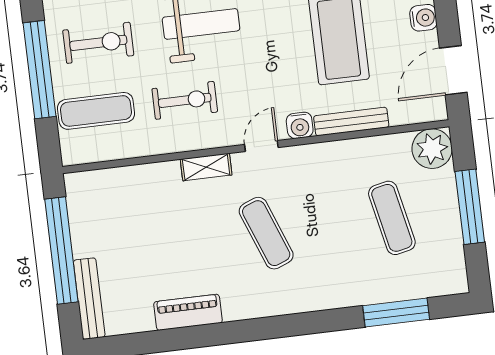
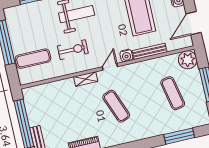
exercise bike: (98, 43) -> (31, 28), removed

